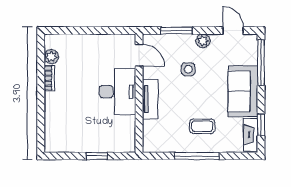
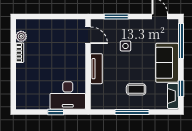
plant: (203, 41) -> (137, 24), removed
desk: (117, 92) -> (68, 95), moved, turned 90

